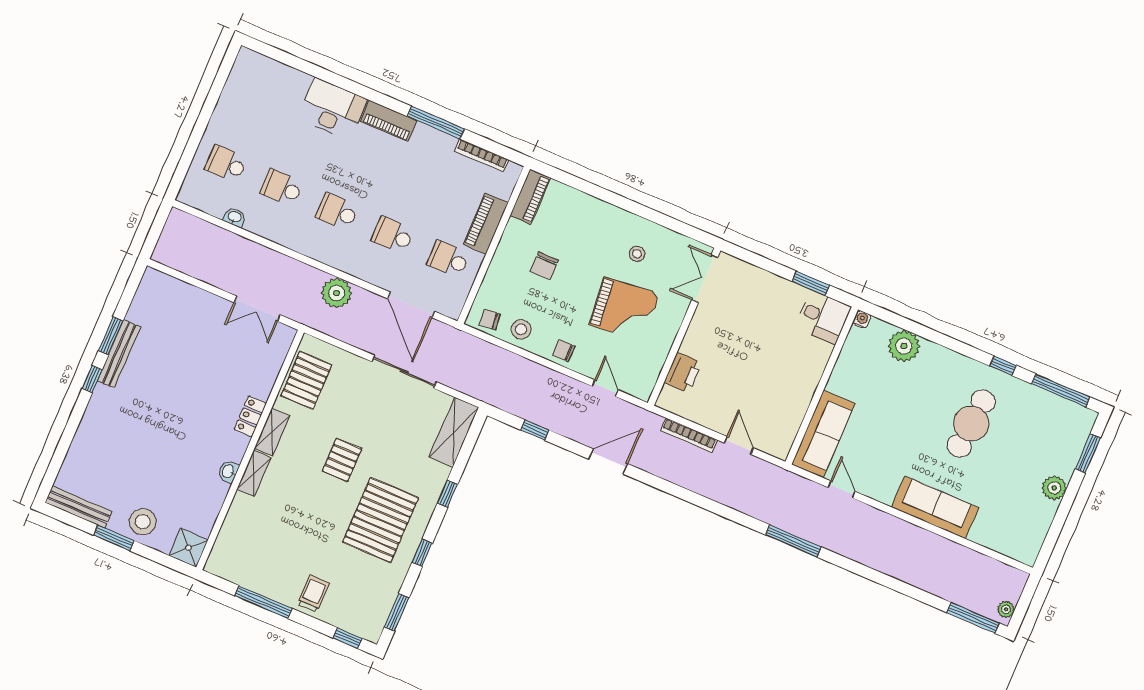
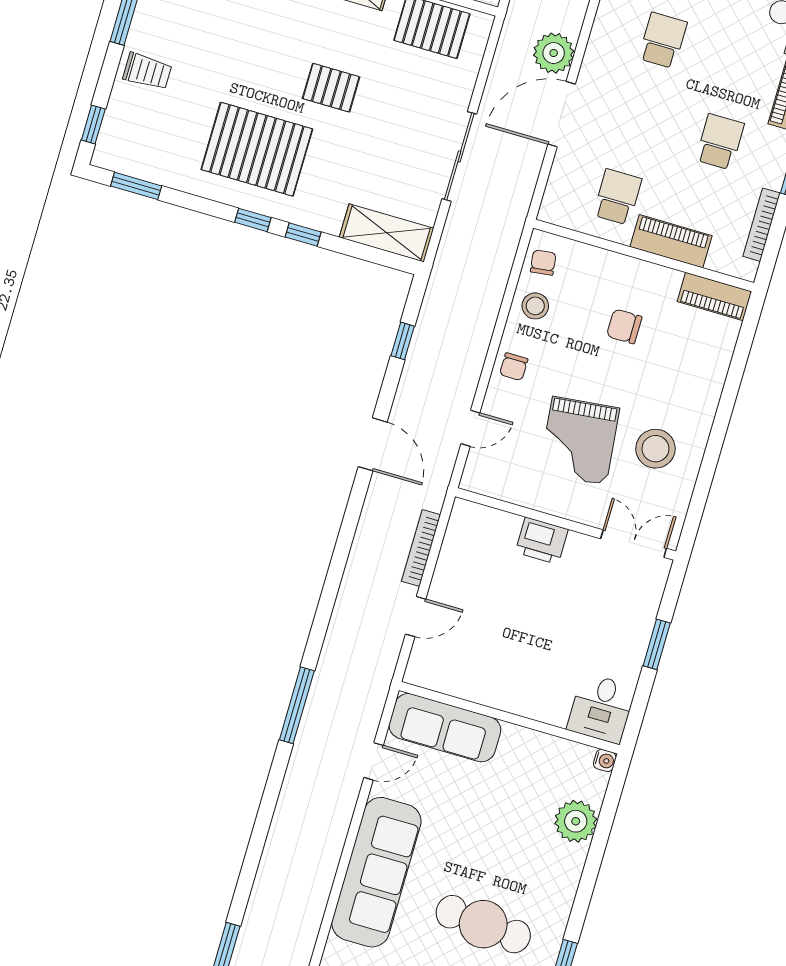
school desk: (393, 235) -> (720, 142), moved
stool: (637, 254) -> (655, 449), width x1.89, depth x1.89
window: (811, 283) -> (657, 644), moved
door: (411, 305) -> (562, 114), moved
chair: (564, 351) -> (514, 367), turned 180
printer: (683, 373) -> (542, 541), moved
sofa: (935, 507) -> (376, 872), width x1.36, depth x1.27
window: (422, 553) -> (253, 220), moved

